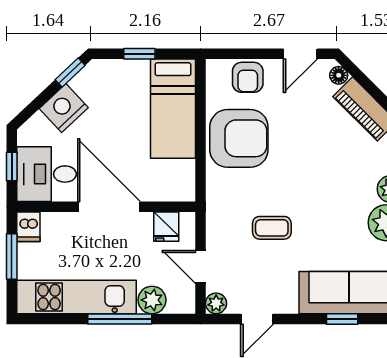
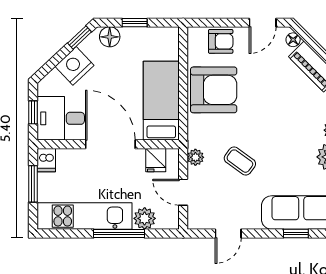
floor lamp: (108, 72) -> (110, 37), added
armchair: (248, 77) -> (221, 41), turned -90
bed: (173, 109) -> (161, 101), moved, turned 180
coffee table: (272, 228) -> (240, 161), turned 36
plant: (216, 303) -> (195, 157), moved

